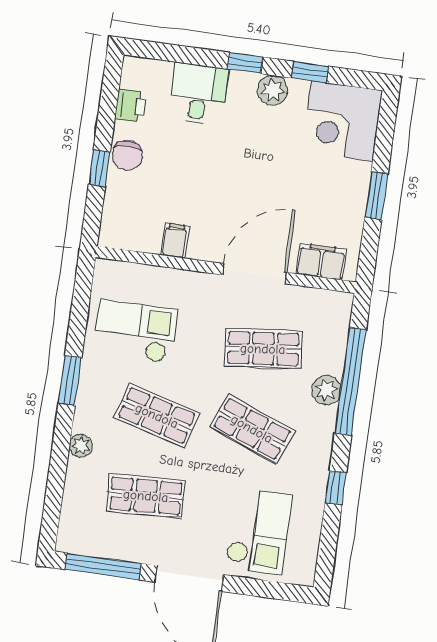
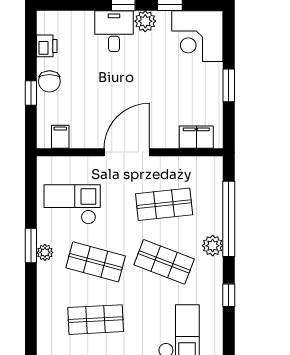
desk: (198, 94) -> (114, 31), moved
filing cabinet: (175, 241) -> (60, 137), moved
door: (254, 274) -> (127, 152), moved
plant: (326, 390) -> (213, 246), moved
plant: (81, 446) -> (45, 252), moved

